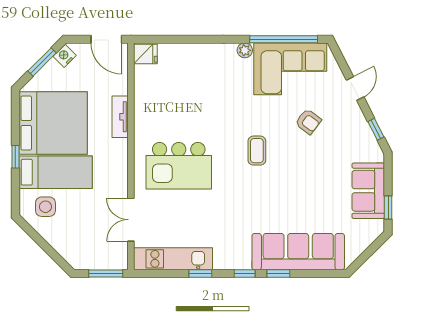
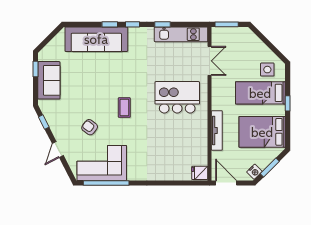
plant: (245, 50) -> (132, 175), removed
tv unit: (120, 117) -> (217, 130), width x1.41
bed: (53, 123) -> (262, 132), width x0.73

